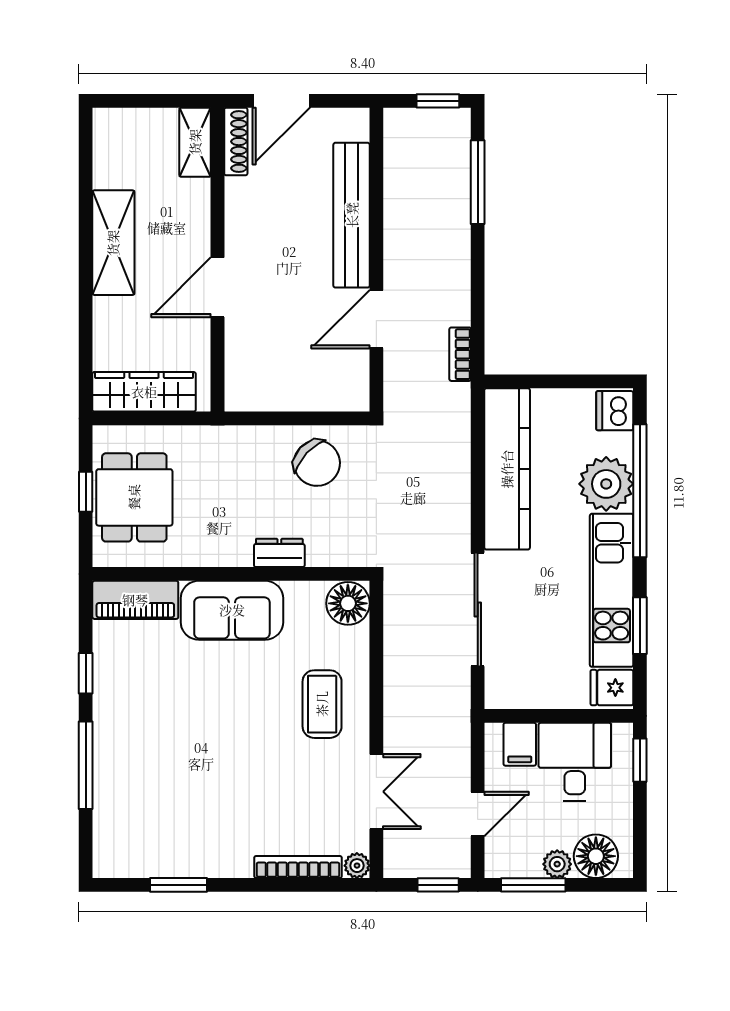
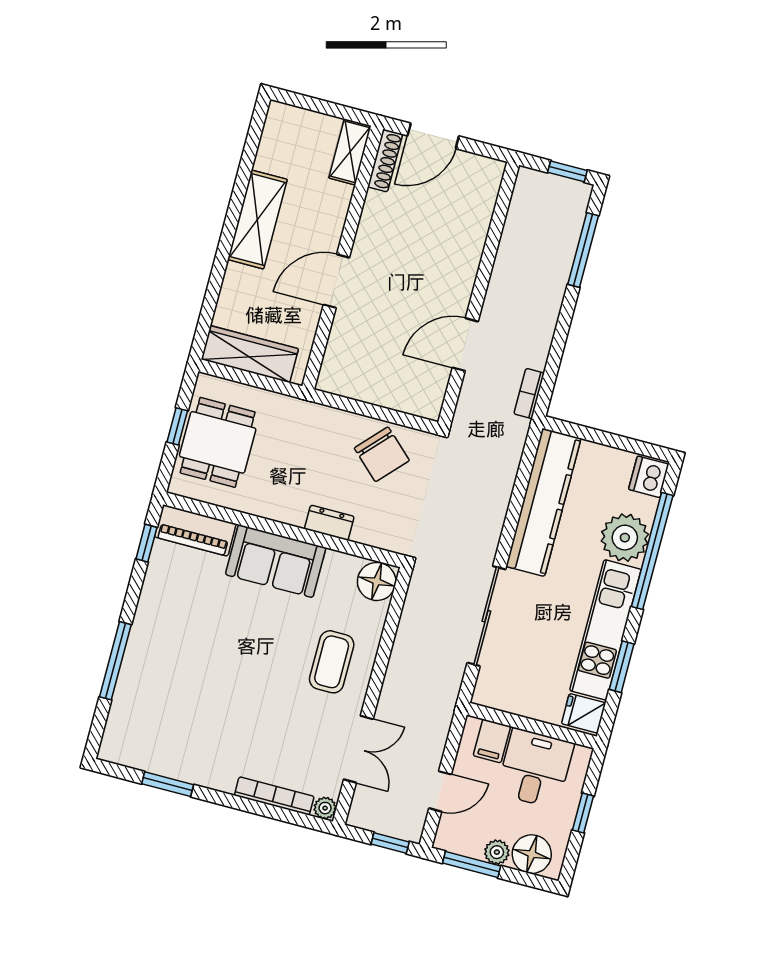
bench: (352, 215) -> (468, 250), removed
window: (86, 673) -> (146, 543), moved
window: (640, 760) -> (583, 813), moved

